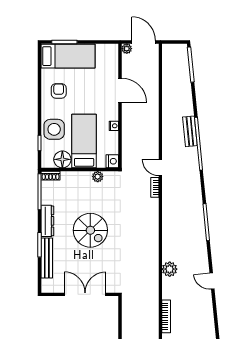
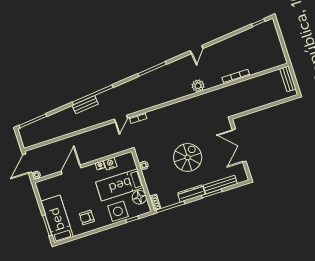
nightstand: (112, 161) -> (110, 164), moved

